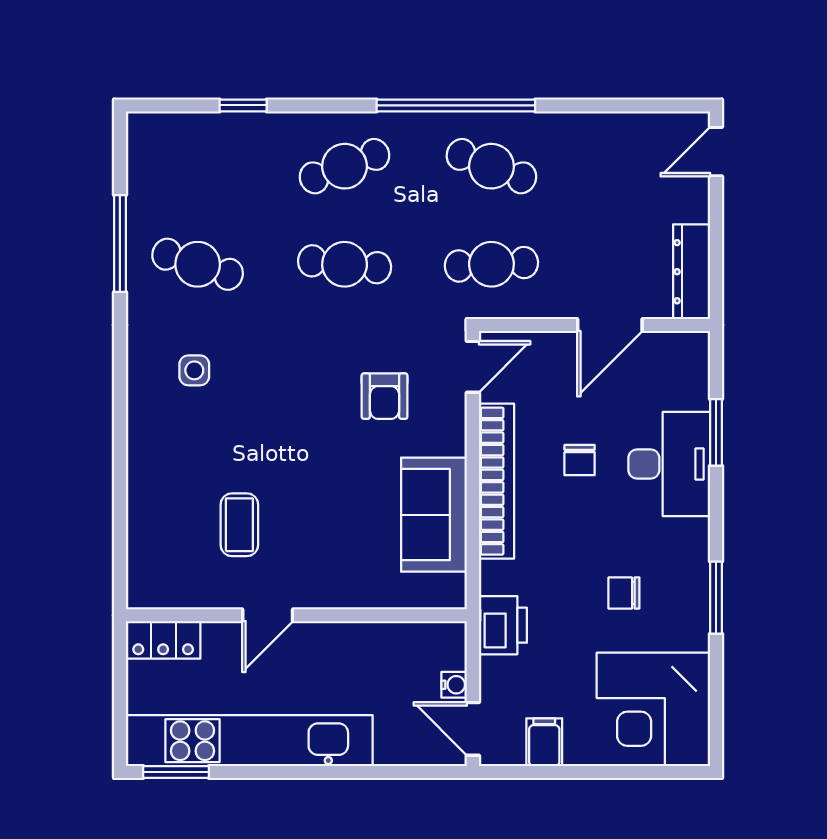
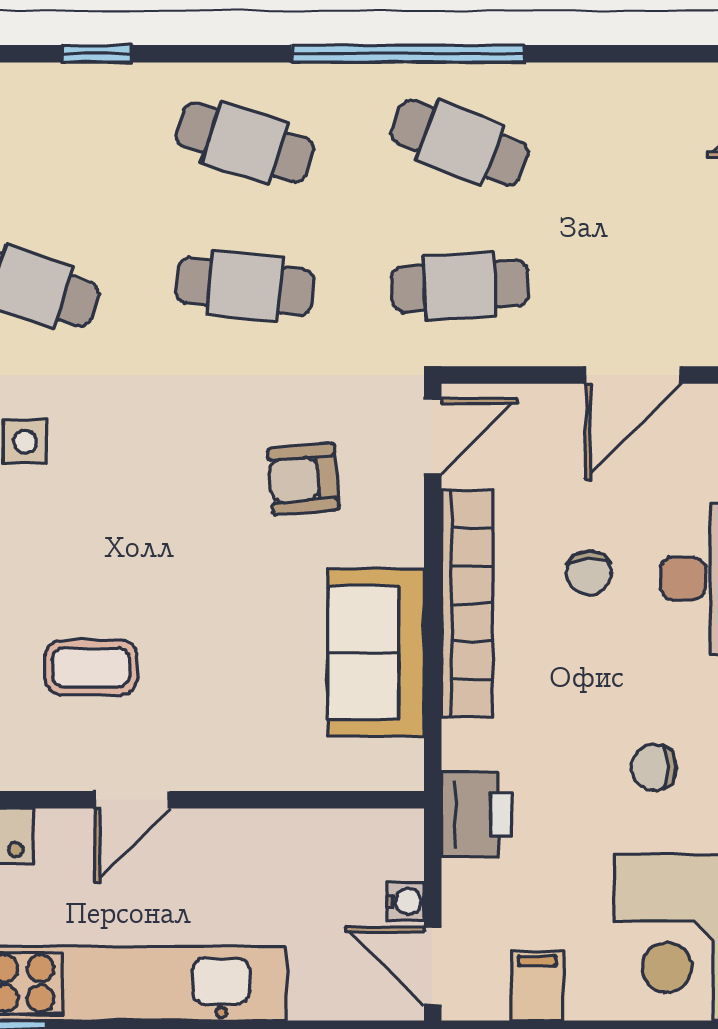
cafe table: (345, 166) -> (245, 143), turned 39
armchair: (385, 396) -> (303, 479), turned 85
coffee table: (239, 525) -> (91, 667), turned 90

